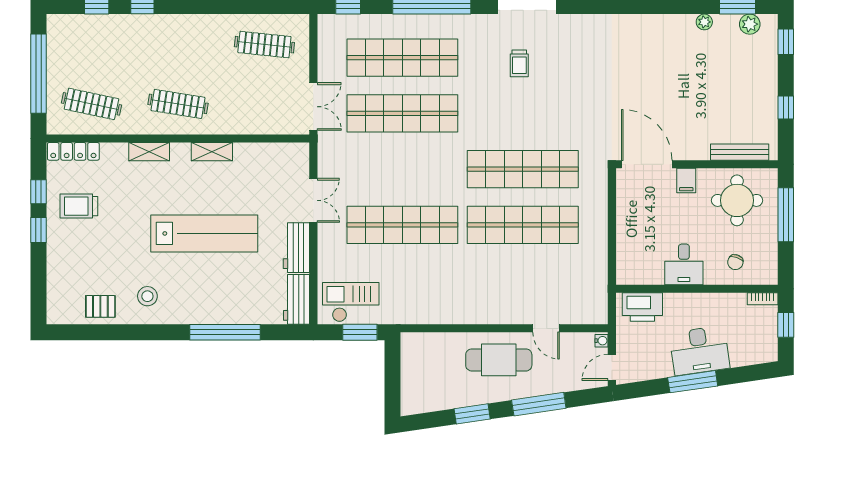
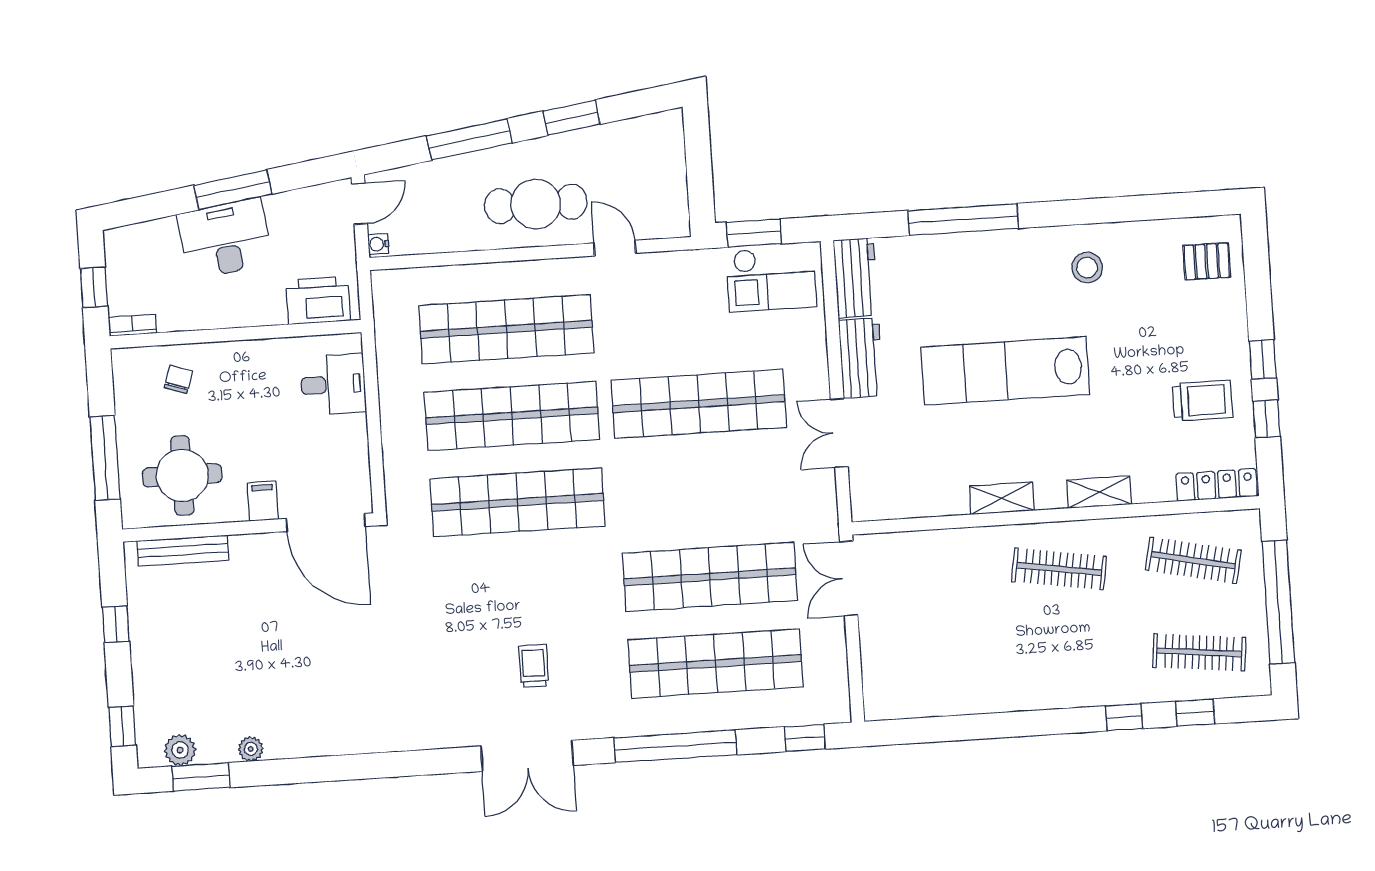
clothes rail: (264, 45) -> (1199, 652), moved
desk: (684, 264) -> (333, 384), moved, turned 90
shop shelf: (523, 281) -> (506, 329), added
pallet: (100, 306) -> (1207, 261), moved
door: (546, 328) -> (615, 248), moved

